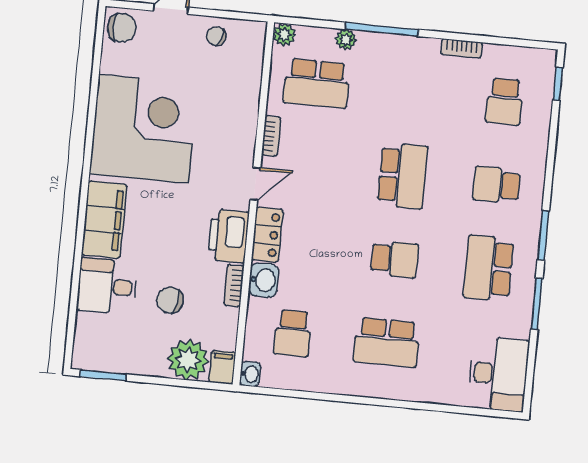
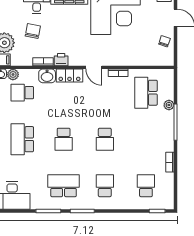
plant: (284, 35) -> (13, 74), moved
school desk: (504, 102) -> (146, 186), turned 90
school desk: (403, 176) -> (105, 139), width x0.54
printer: (228, 236) -> (61, 60), width x0.53, depth x0.68

